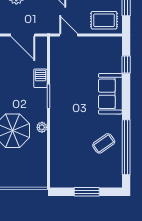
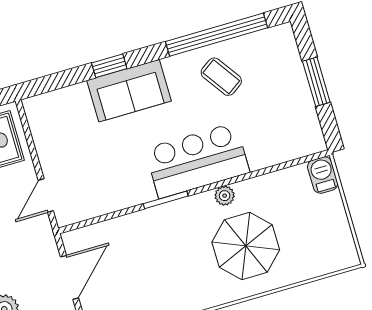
window: (126, 64) -> (109, 66), moved
barbecue: (40, 78) -> (323, 175), moved, turned 90
bar counter: (64, 118) -> (197, 161), added

